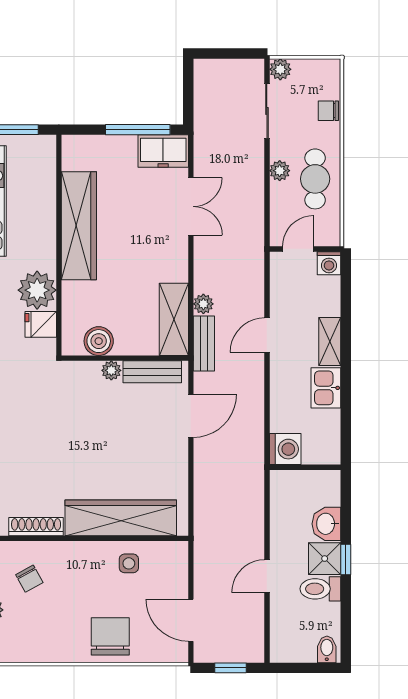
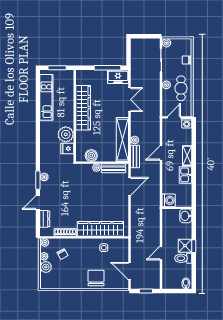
shelving: (174, 319) -> (122, 140), width x1.47
washbasin: (326, 524) -> (186, 216), moved

